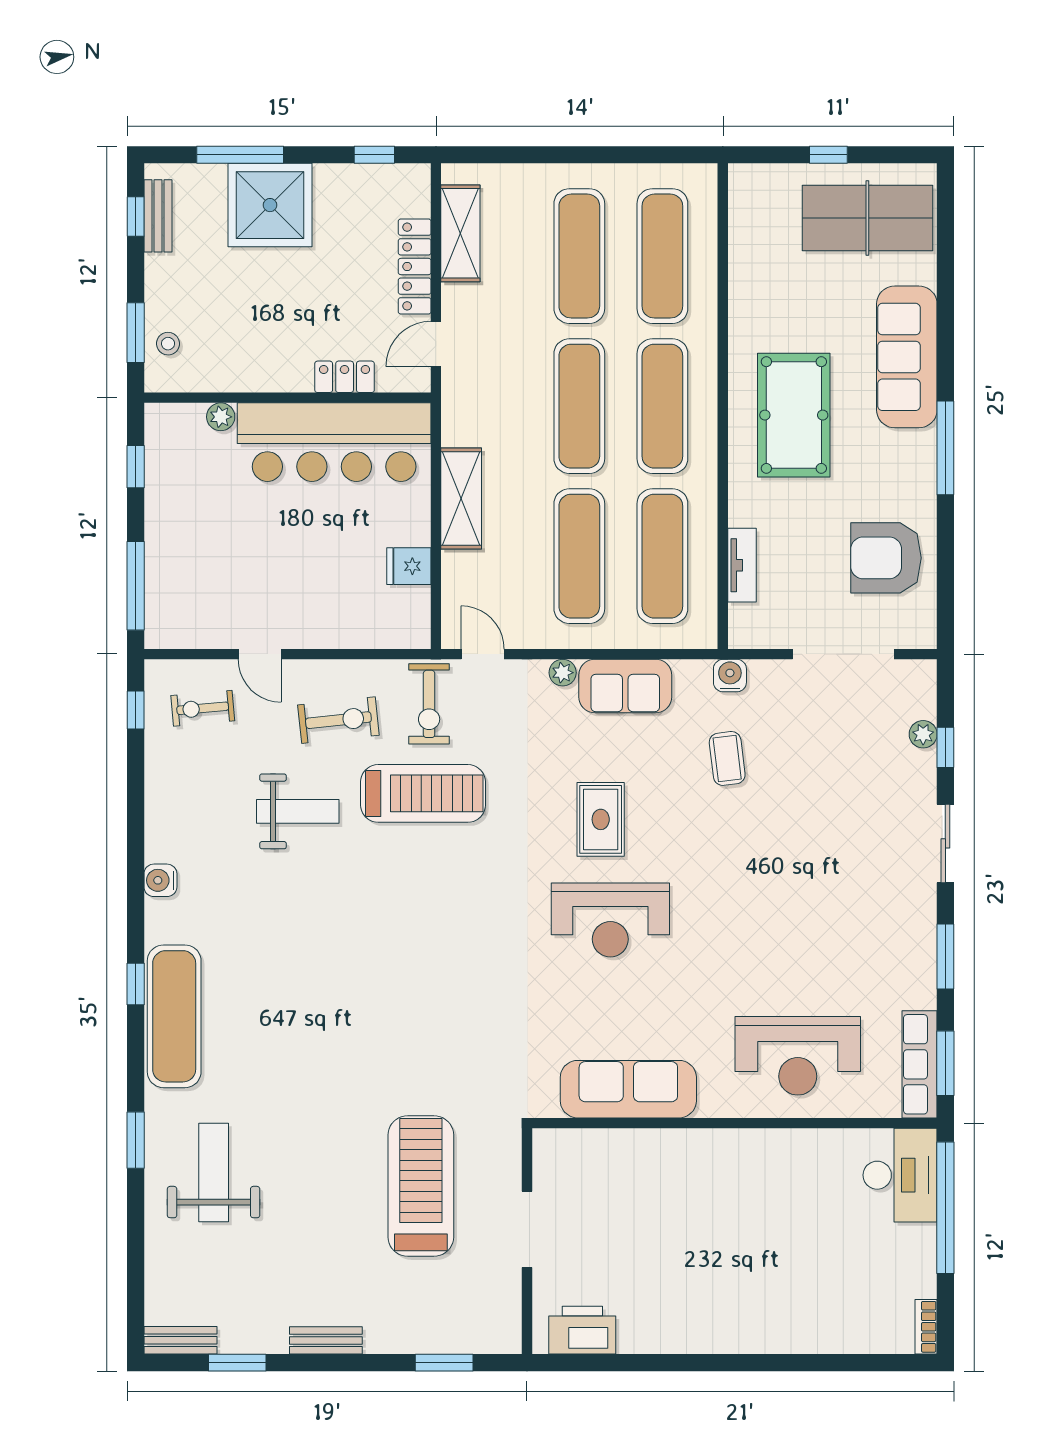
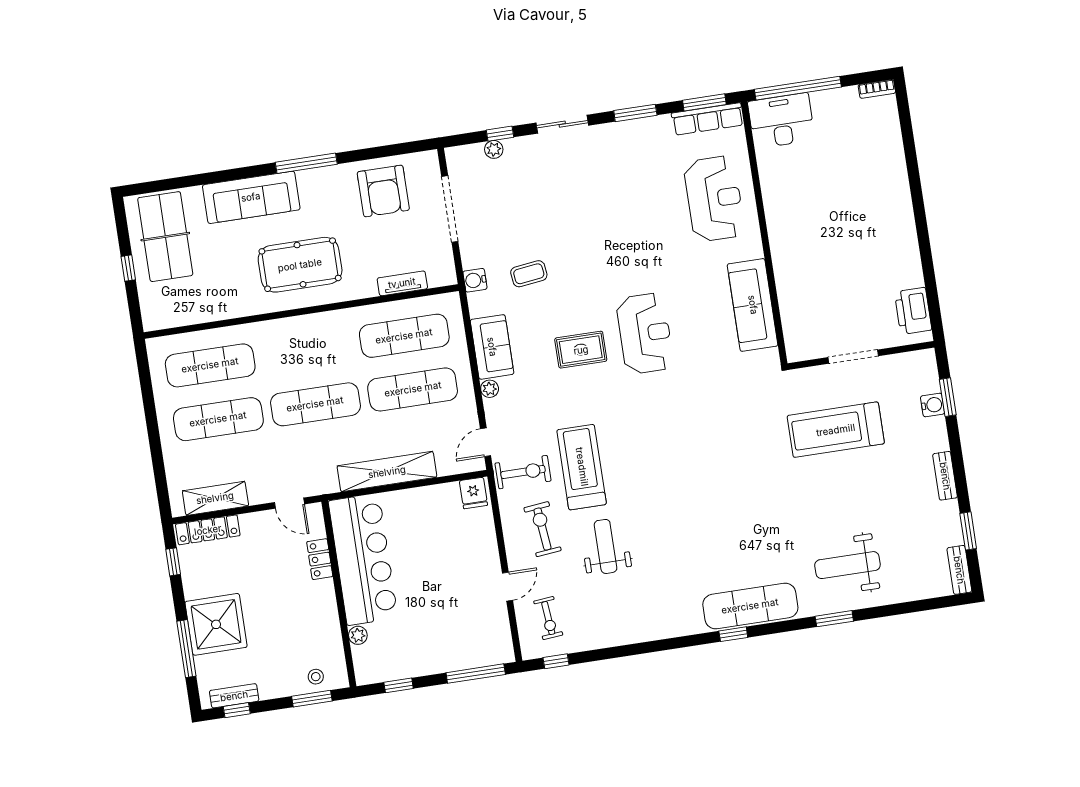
locker: (415, 267) -> (208, 530), moved
exercise mat: (662, 406) -> (307, 351), removed
shelving: (461, 498) -> (387, 472), width x1.47
fridge: (409, 566) -> (474, 493), moved
water cooler: (160, 880) -> (933, 405), moved, turned -90

